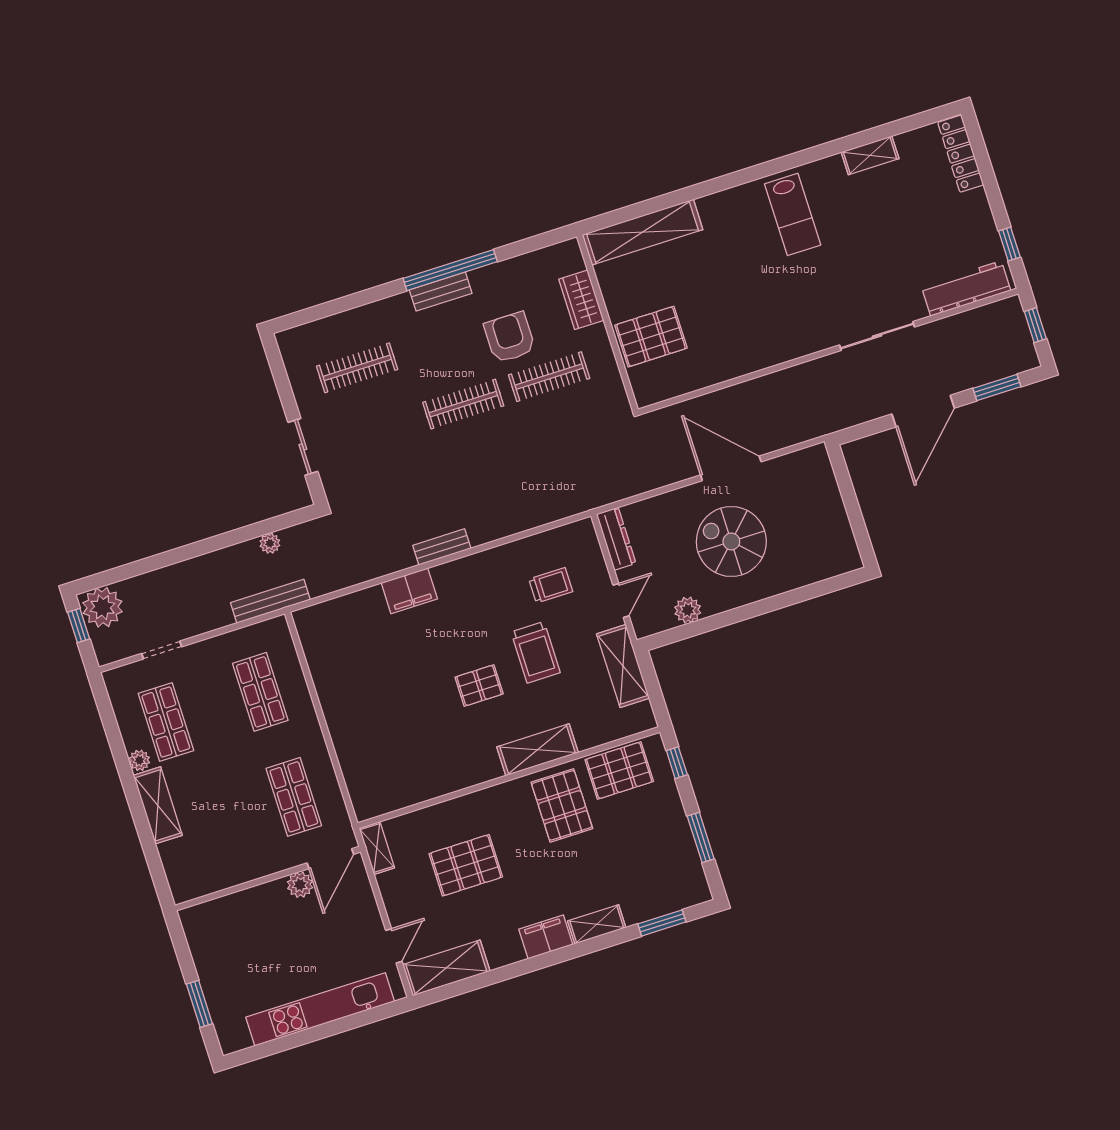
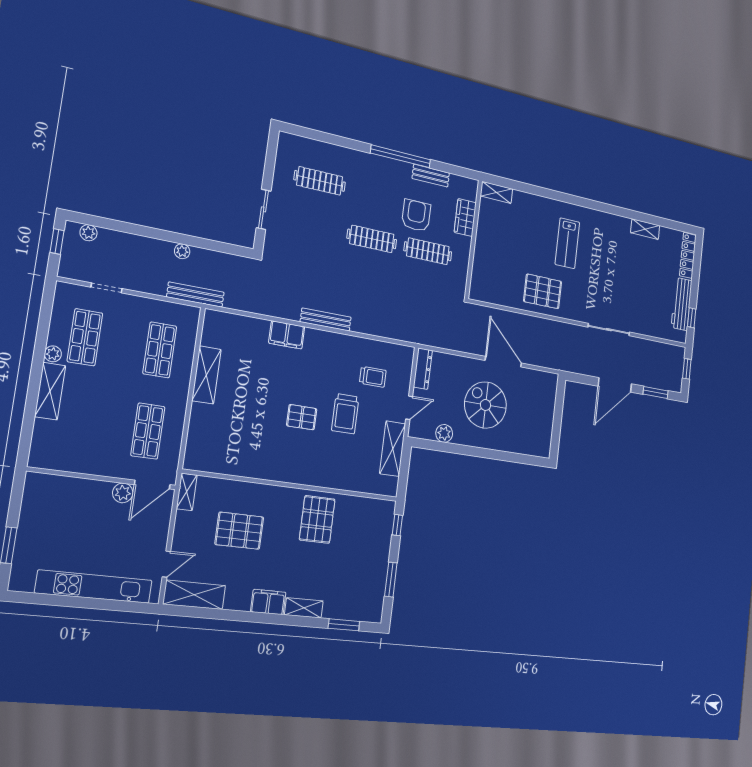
lab bench: (793, 214) -> (567, 243), moved
shelving: (642, 232) -> (496, 192), width x0.45, depth x0.75
workbench: (966, 288) -> (682, 304), moved, turned -90
bench: (441, 292) -> (431, 176), moved
pallet: (651, 337) -> (543, 291), moved
plant: (270, 543) -> (182, 251), moved
bench: (442, 547) -> (326, 320), width x1.36
plant: (102, 607) -> (88, 233), width x0.53, depth x0.53
shelving: (538, 750) -> (206, 375), moved, turned 90
pallet: (619, 770) -> (362, 514), removed

